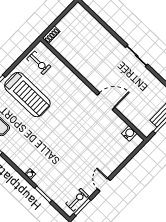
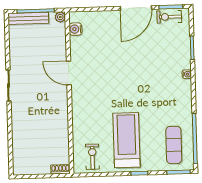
plant: (146, 132) -> (60, 17), added
door: (104, 185) -> (136, 8), width x1.87

